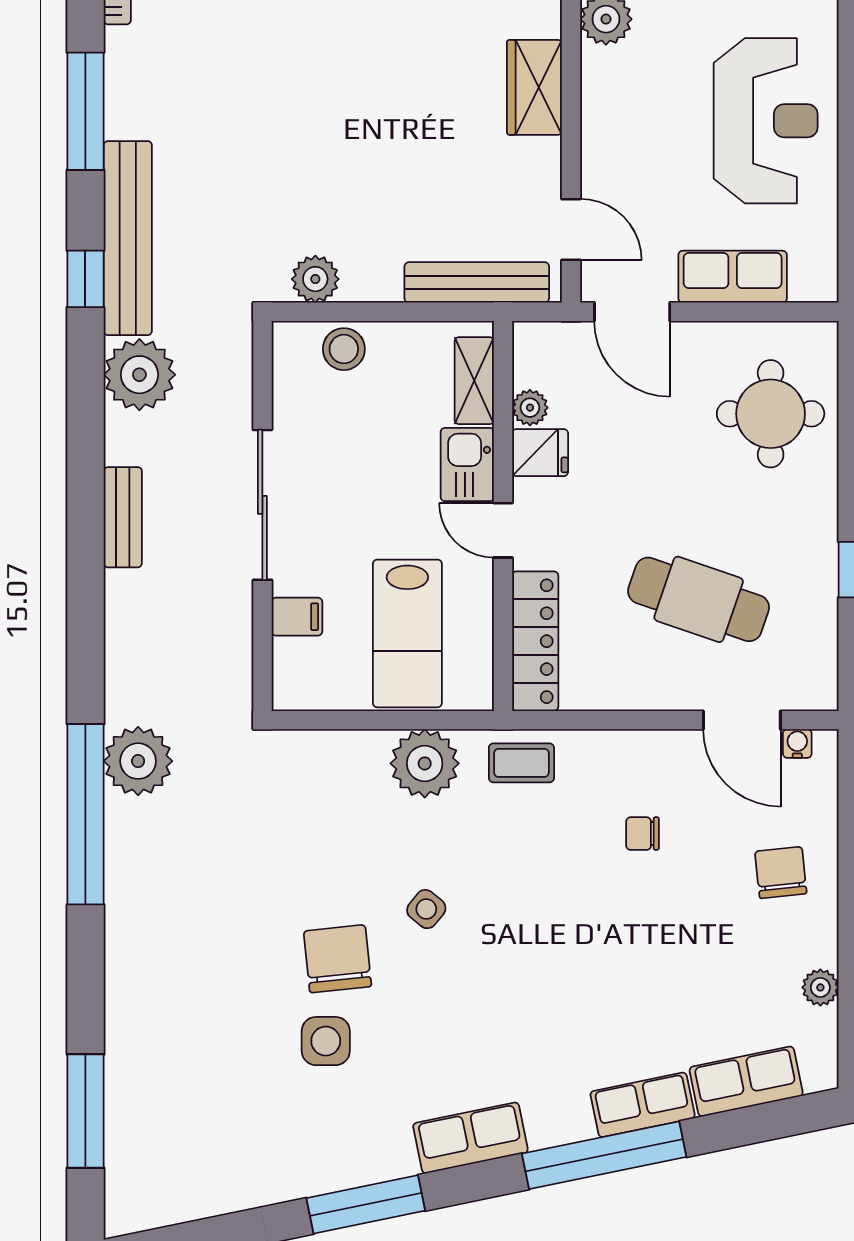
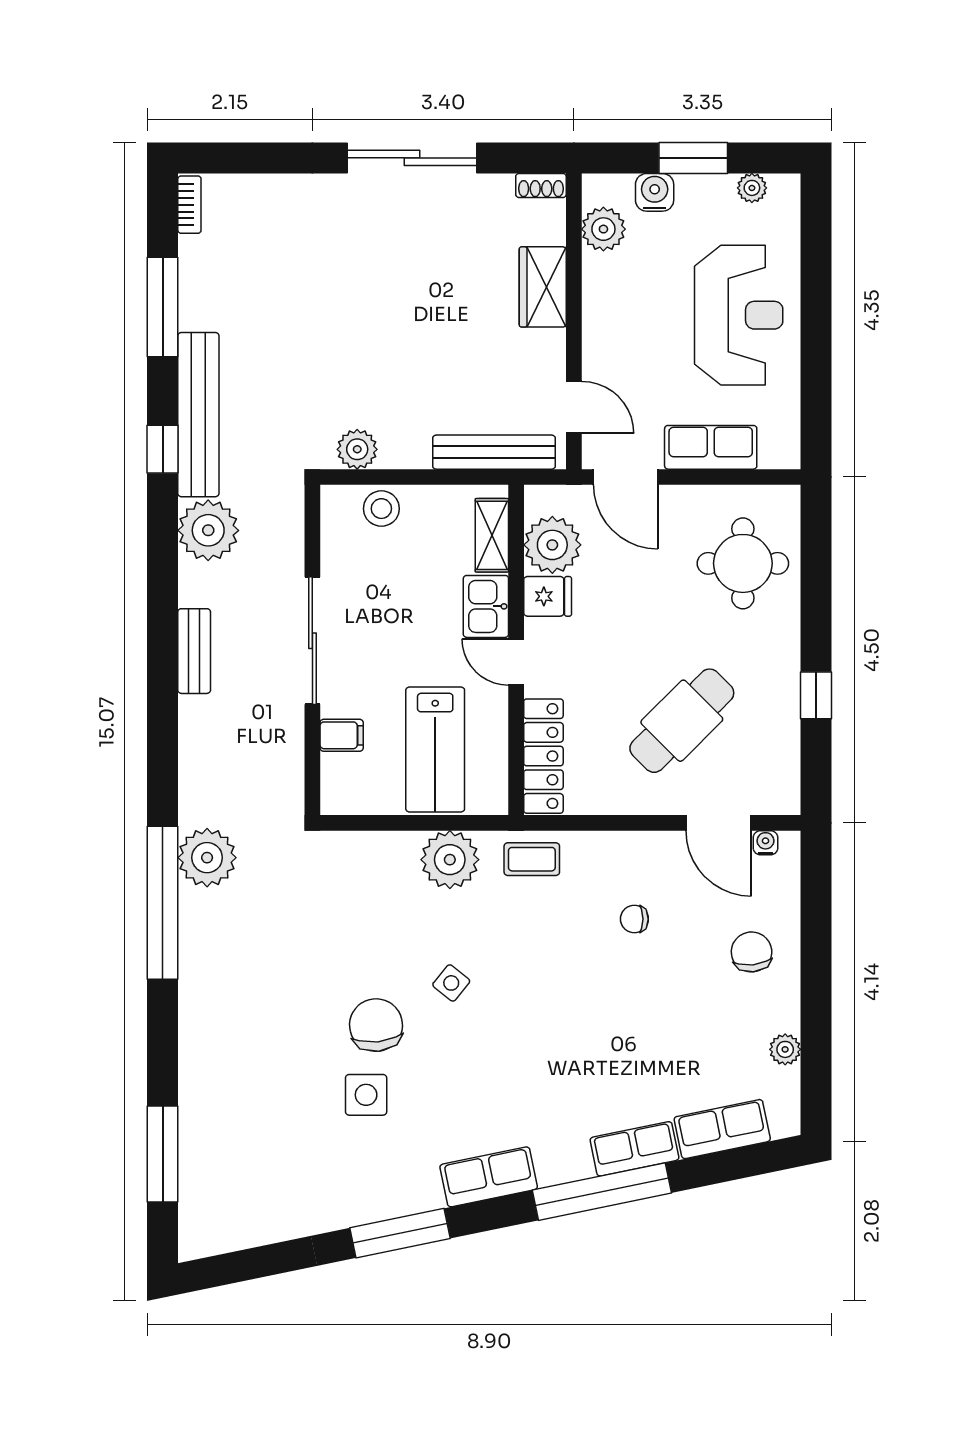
plant: (530, 408) -> (552, 545), width x1.87, depth x1.87
cafe table: (699, 599) -> (682, 721), turned -64

